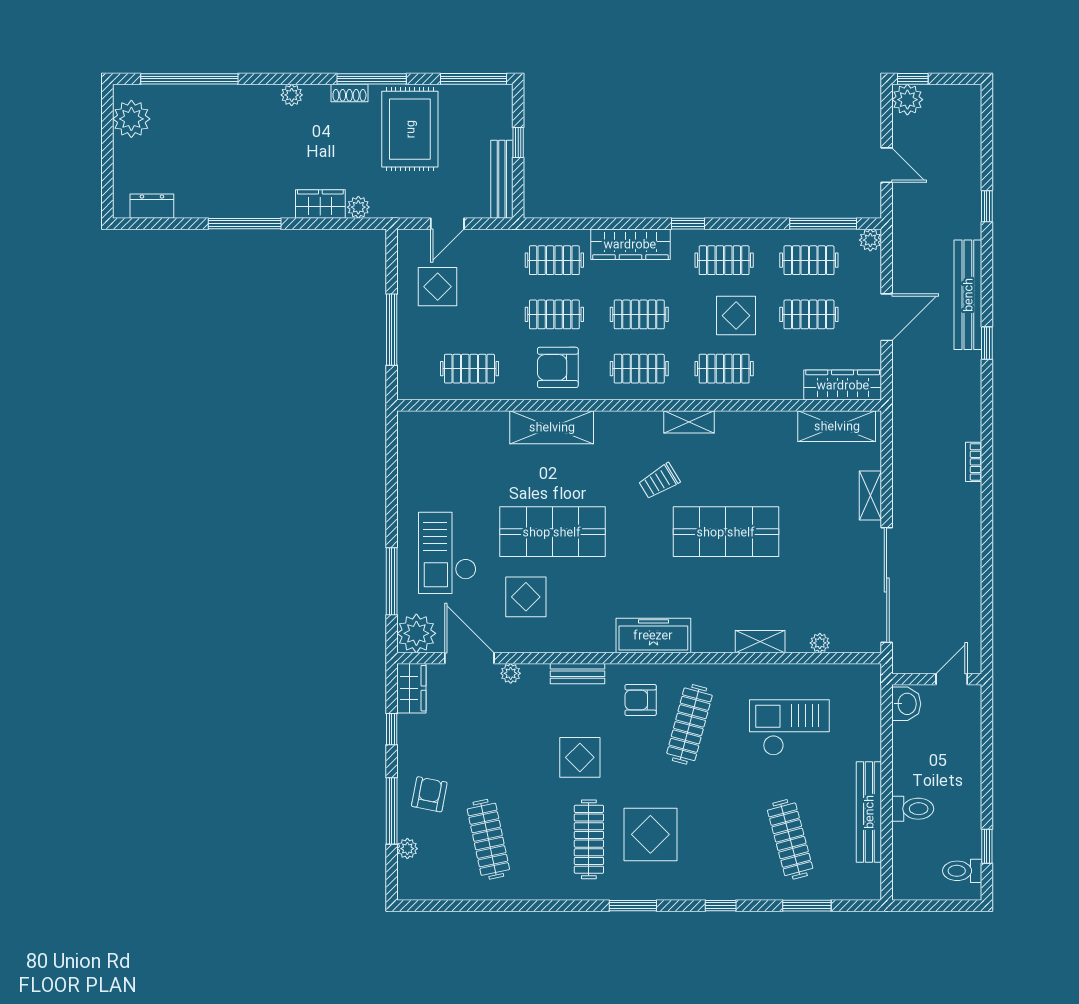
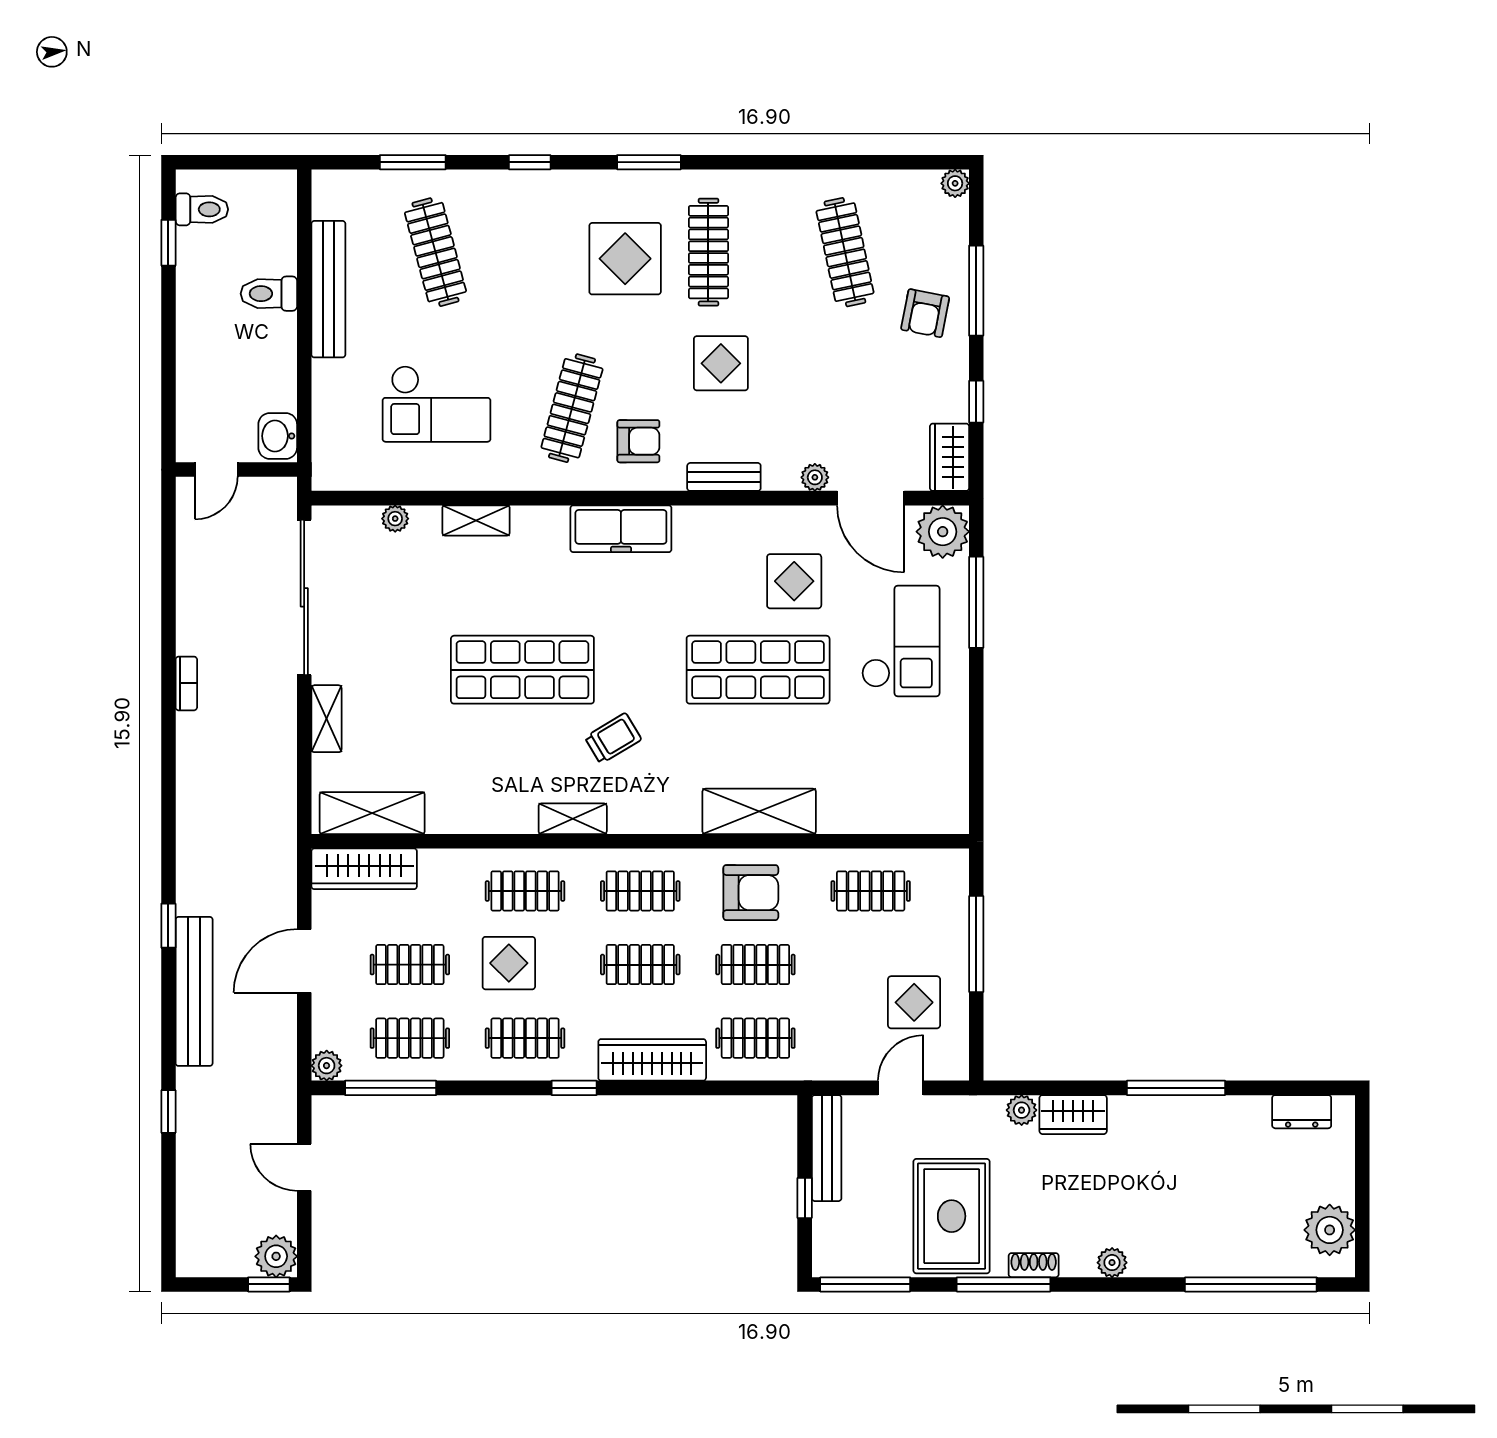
bookcase: (974, 462) -> (186, 683), moved
plant: (407, 849) -> (955, 183), moved

